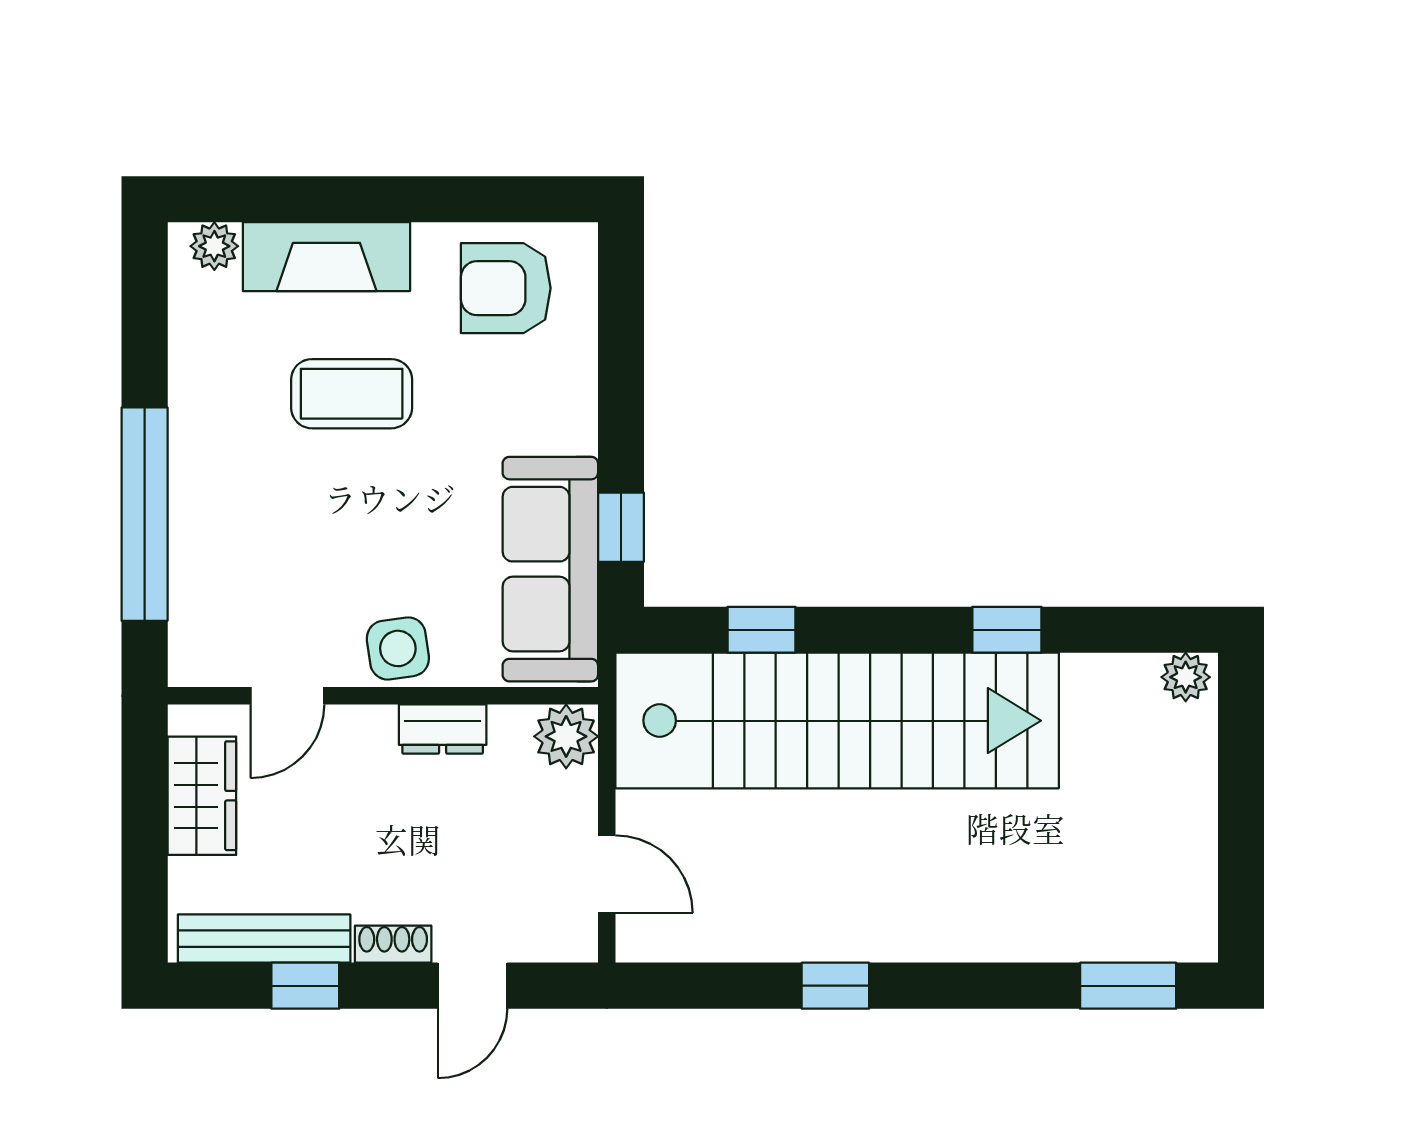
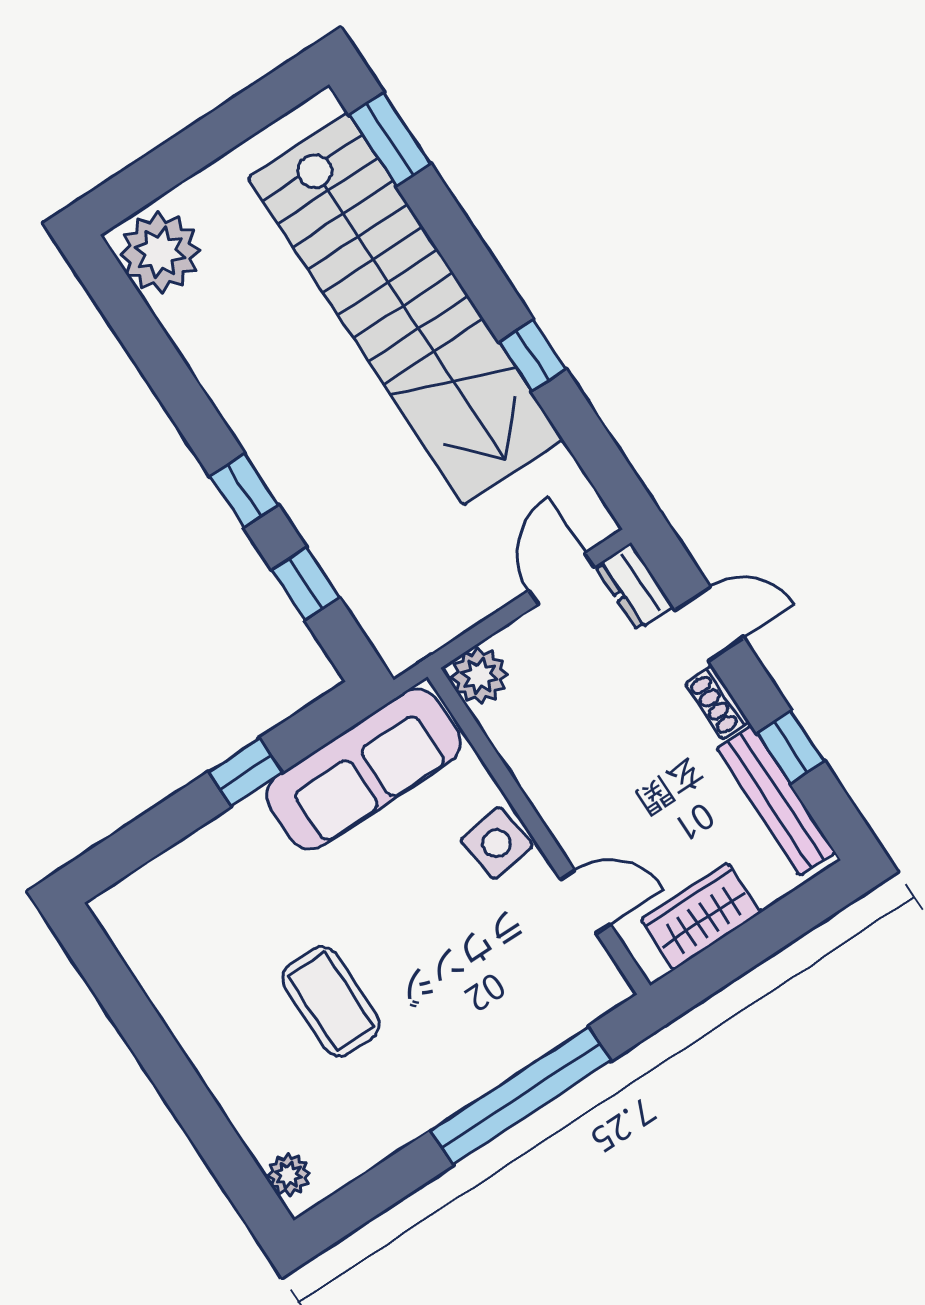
fireplace: (326, 257) -> (242, 1087), removed
armchair: (506, 288) -> (178, 939), removed
window: (621, 527) -> (245, 772), moved
window: (1007, 630) -> (244, 490), moved
plant: (1186, 677) -> (160, 252), width x1.87, depth x1.87
stairs: (837, 721) -> (405, 309), moved, turned 180
dresser: (443, 729) -> (634, 586), moved, turned 180

